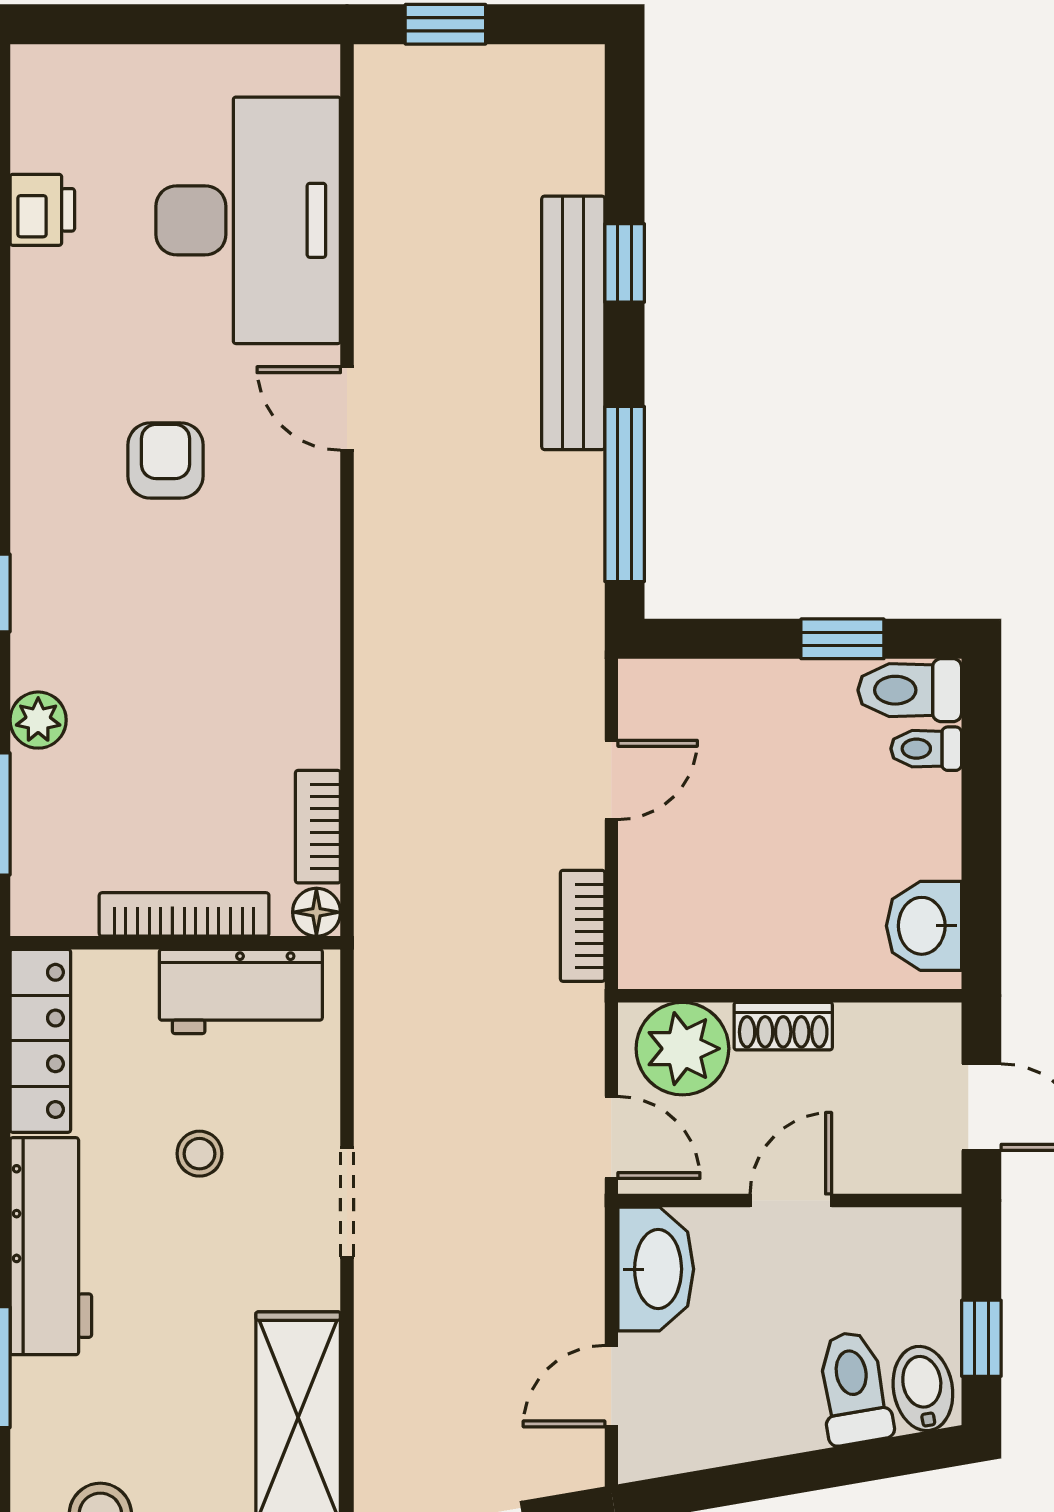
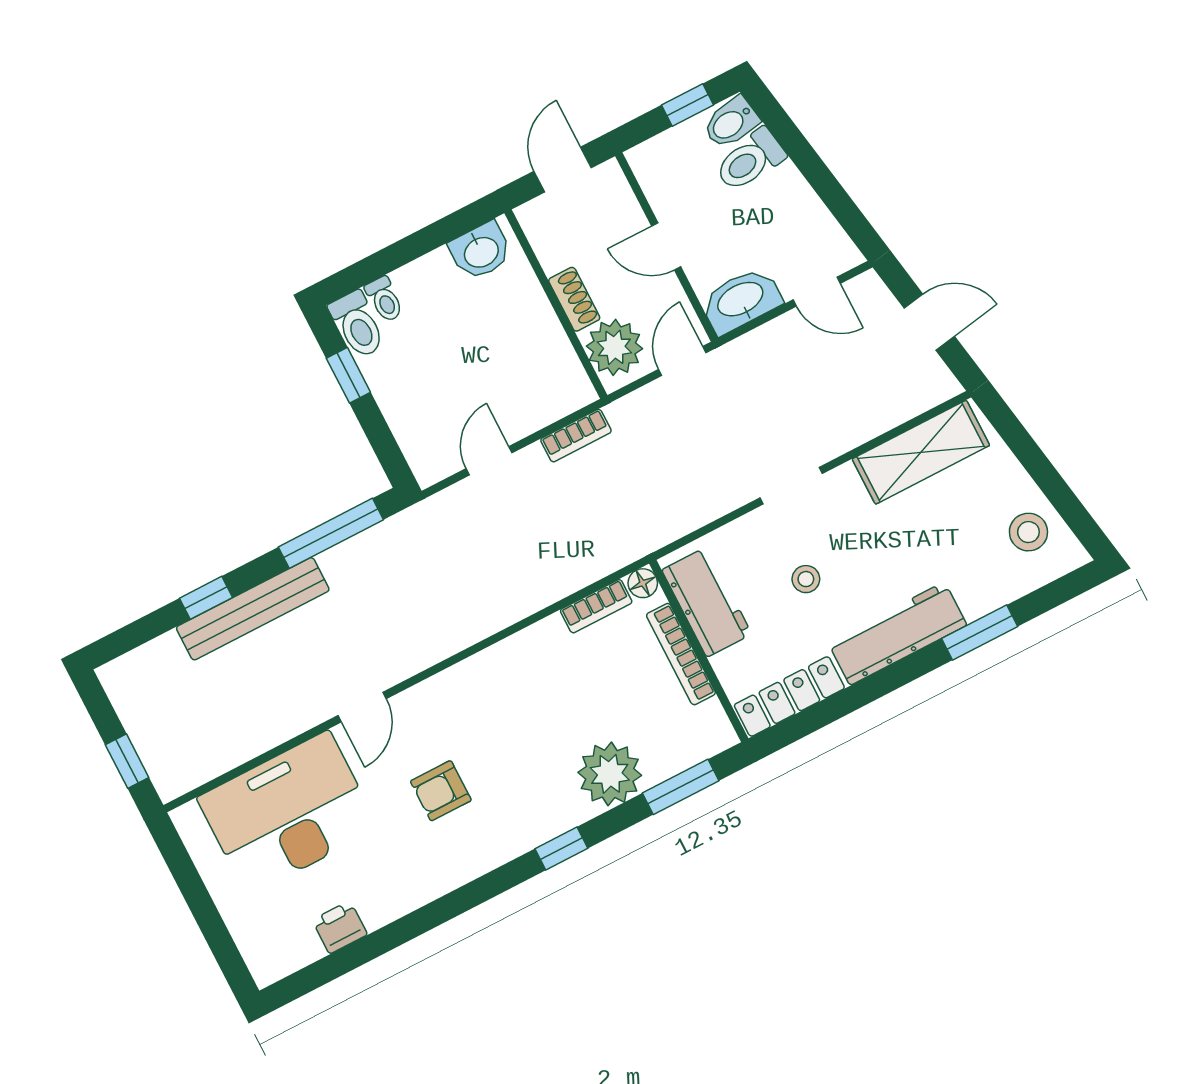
plant: (38, 720) -> (610, 774), width x1.88, depth x1.88
door: (611, 780) -> (489, 461), hinge flipped

